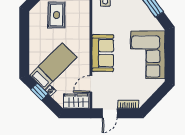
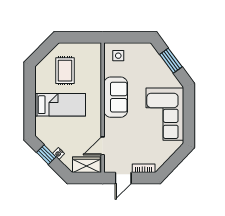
sofa: (103, 53) -> (116, 97), moved
bed: (53, 66) -> (60, 105), moved, turned 45

